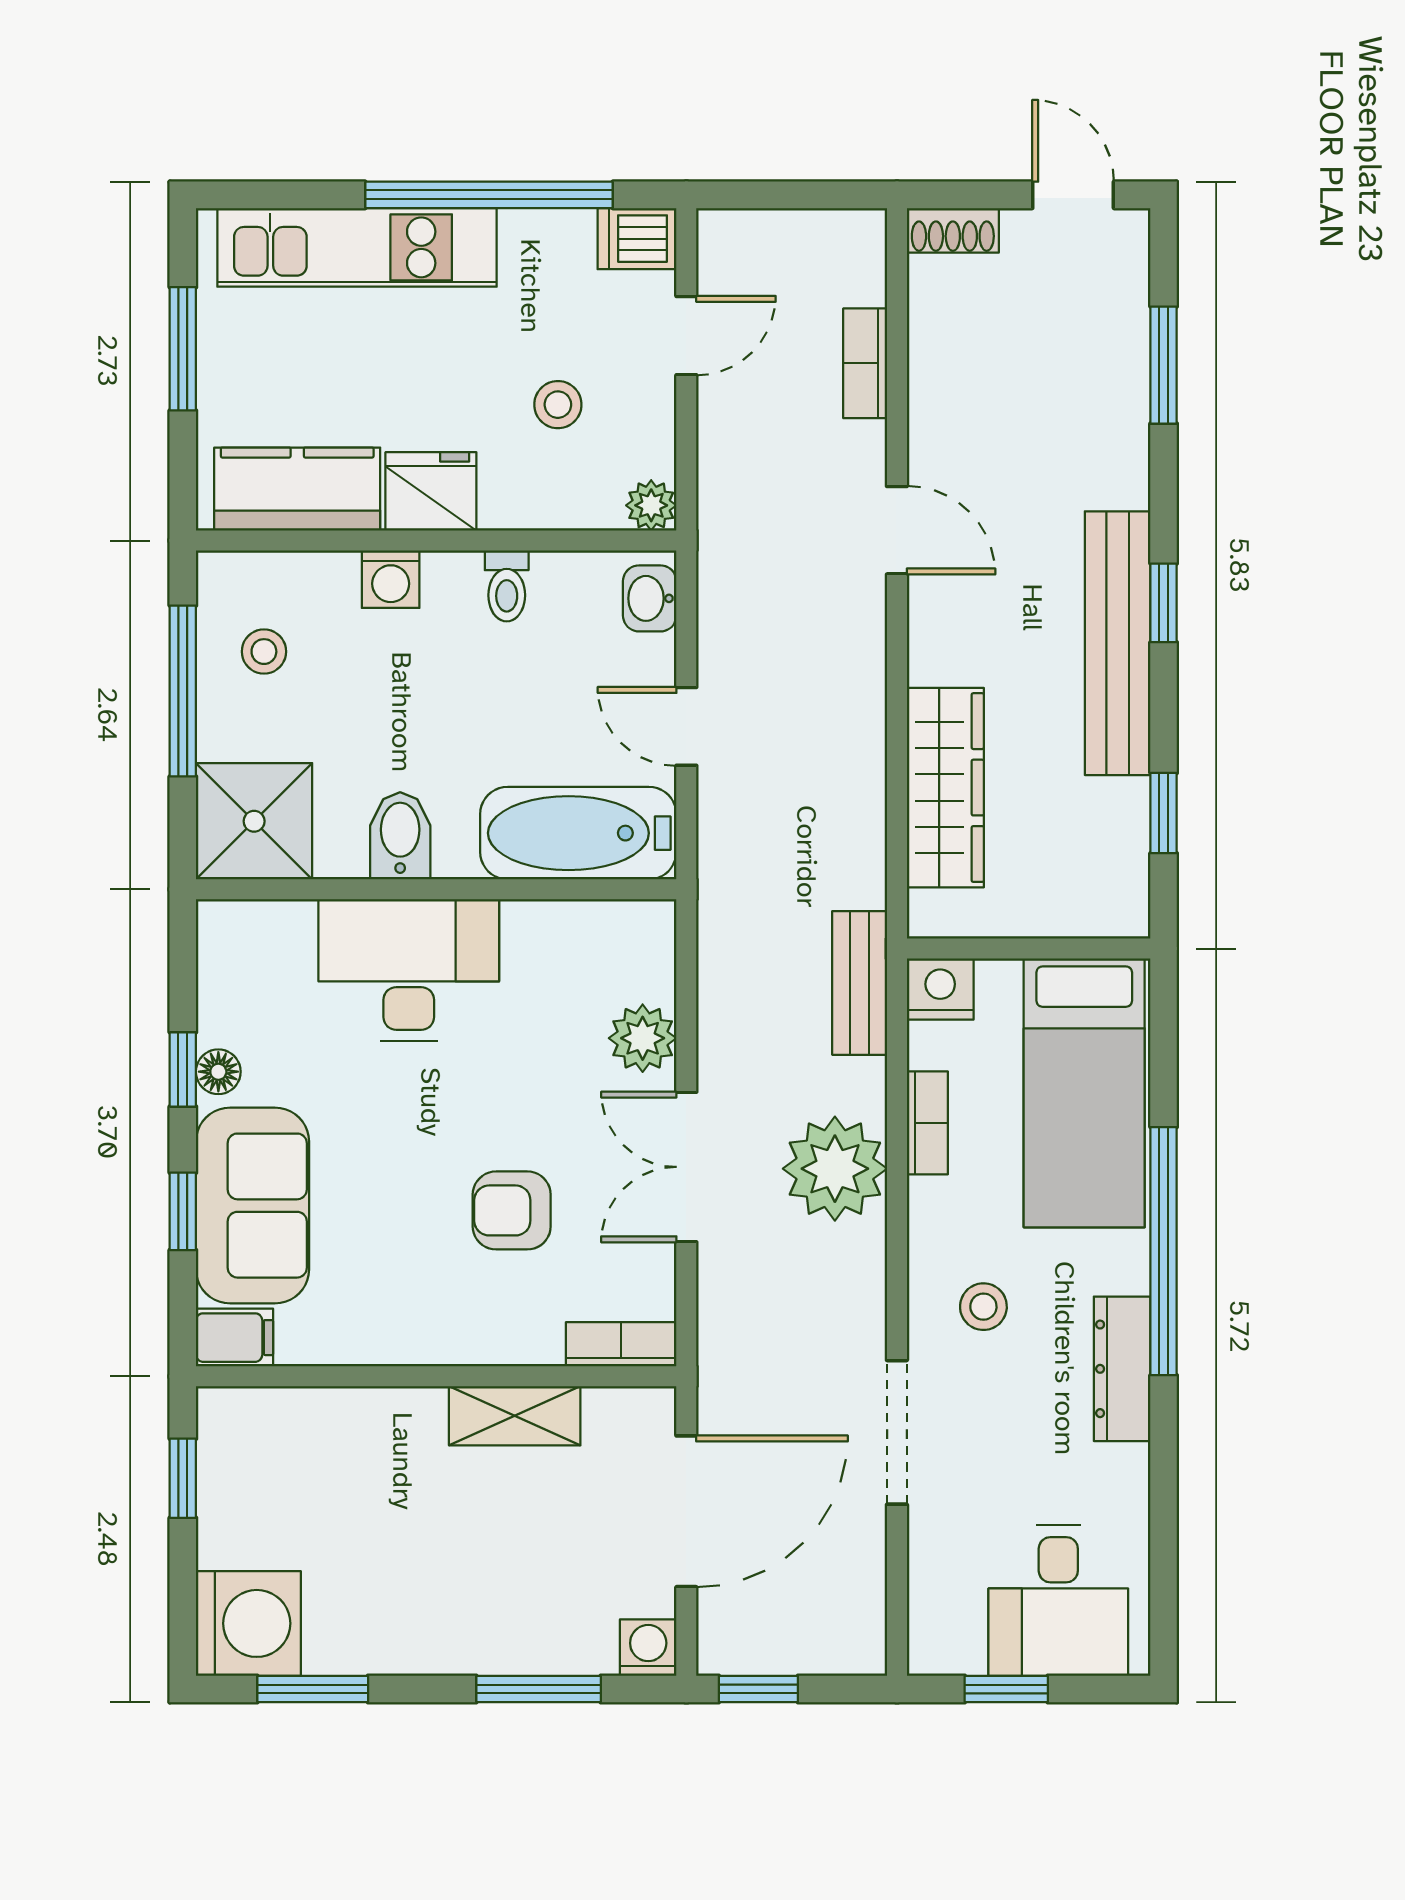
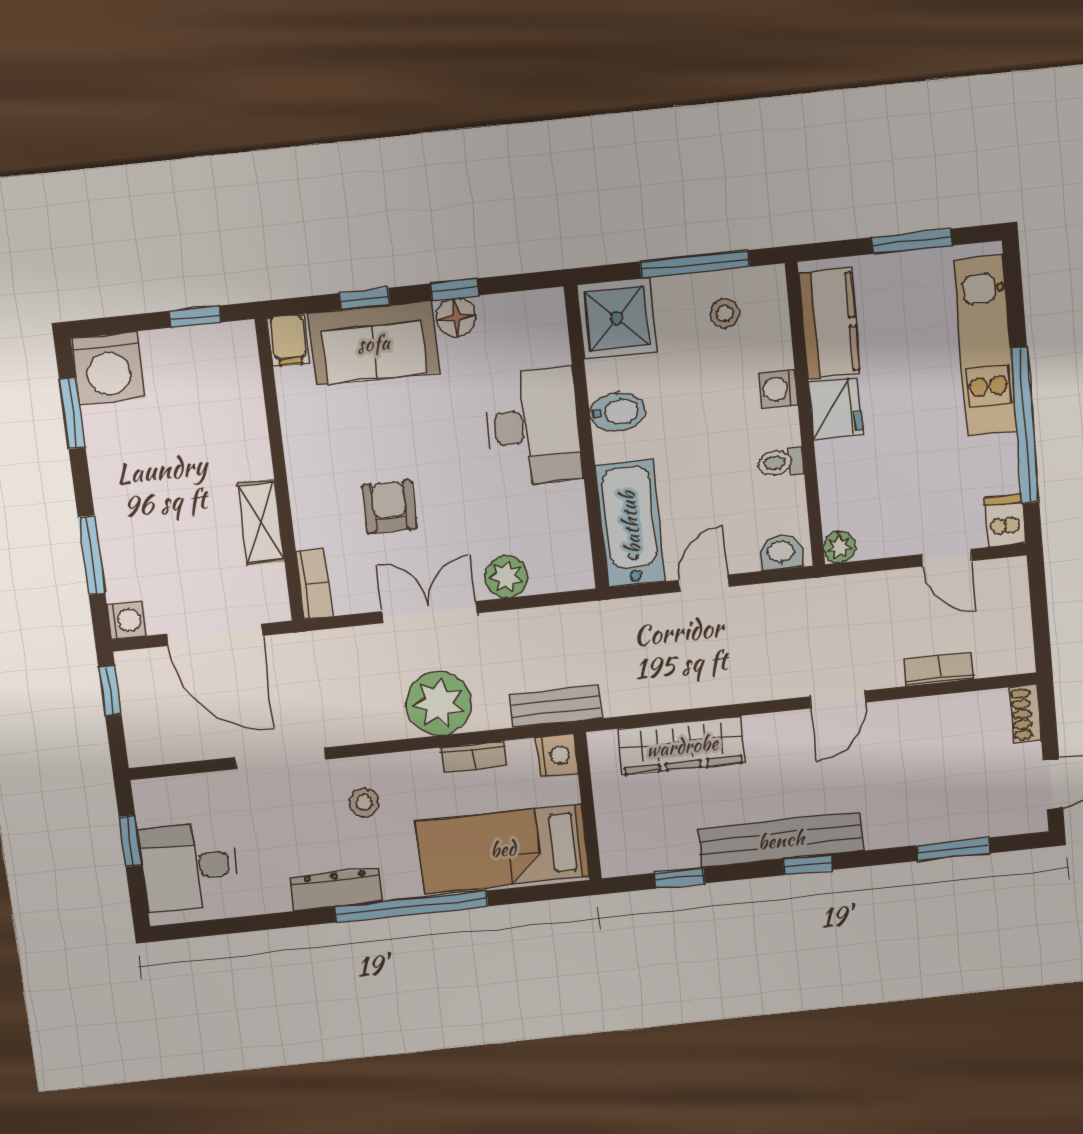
stool: (558, 405) -> (897, 482), removed
floor lamp: (218, 1072) -> (456, 318), width x1.37, depth x1.37

